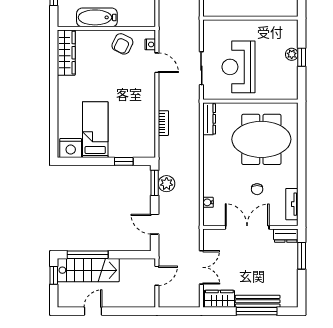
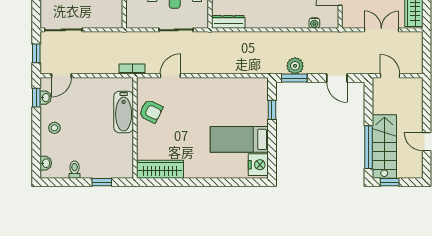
bathtub: (97, 17) -> (124, 112), moved
nightstand: (150, 44) -> (151, 83), removed
bookcase: (163, 123) -> (132, 69), moved
door: (155, 224) -> (337, 78), hinge flipped

